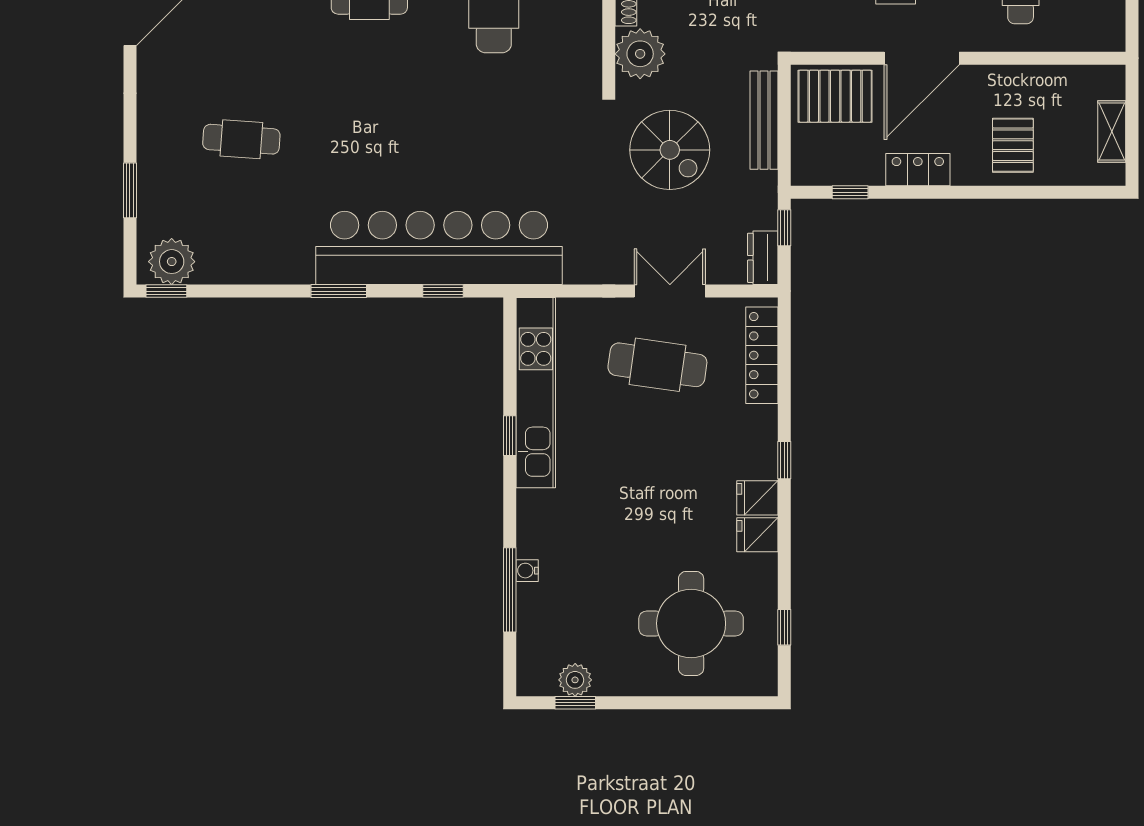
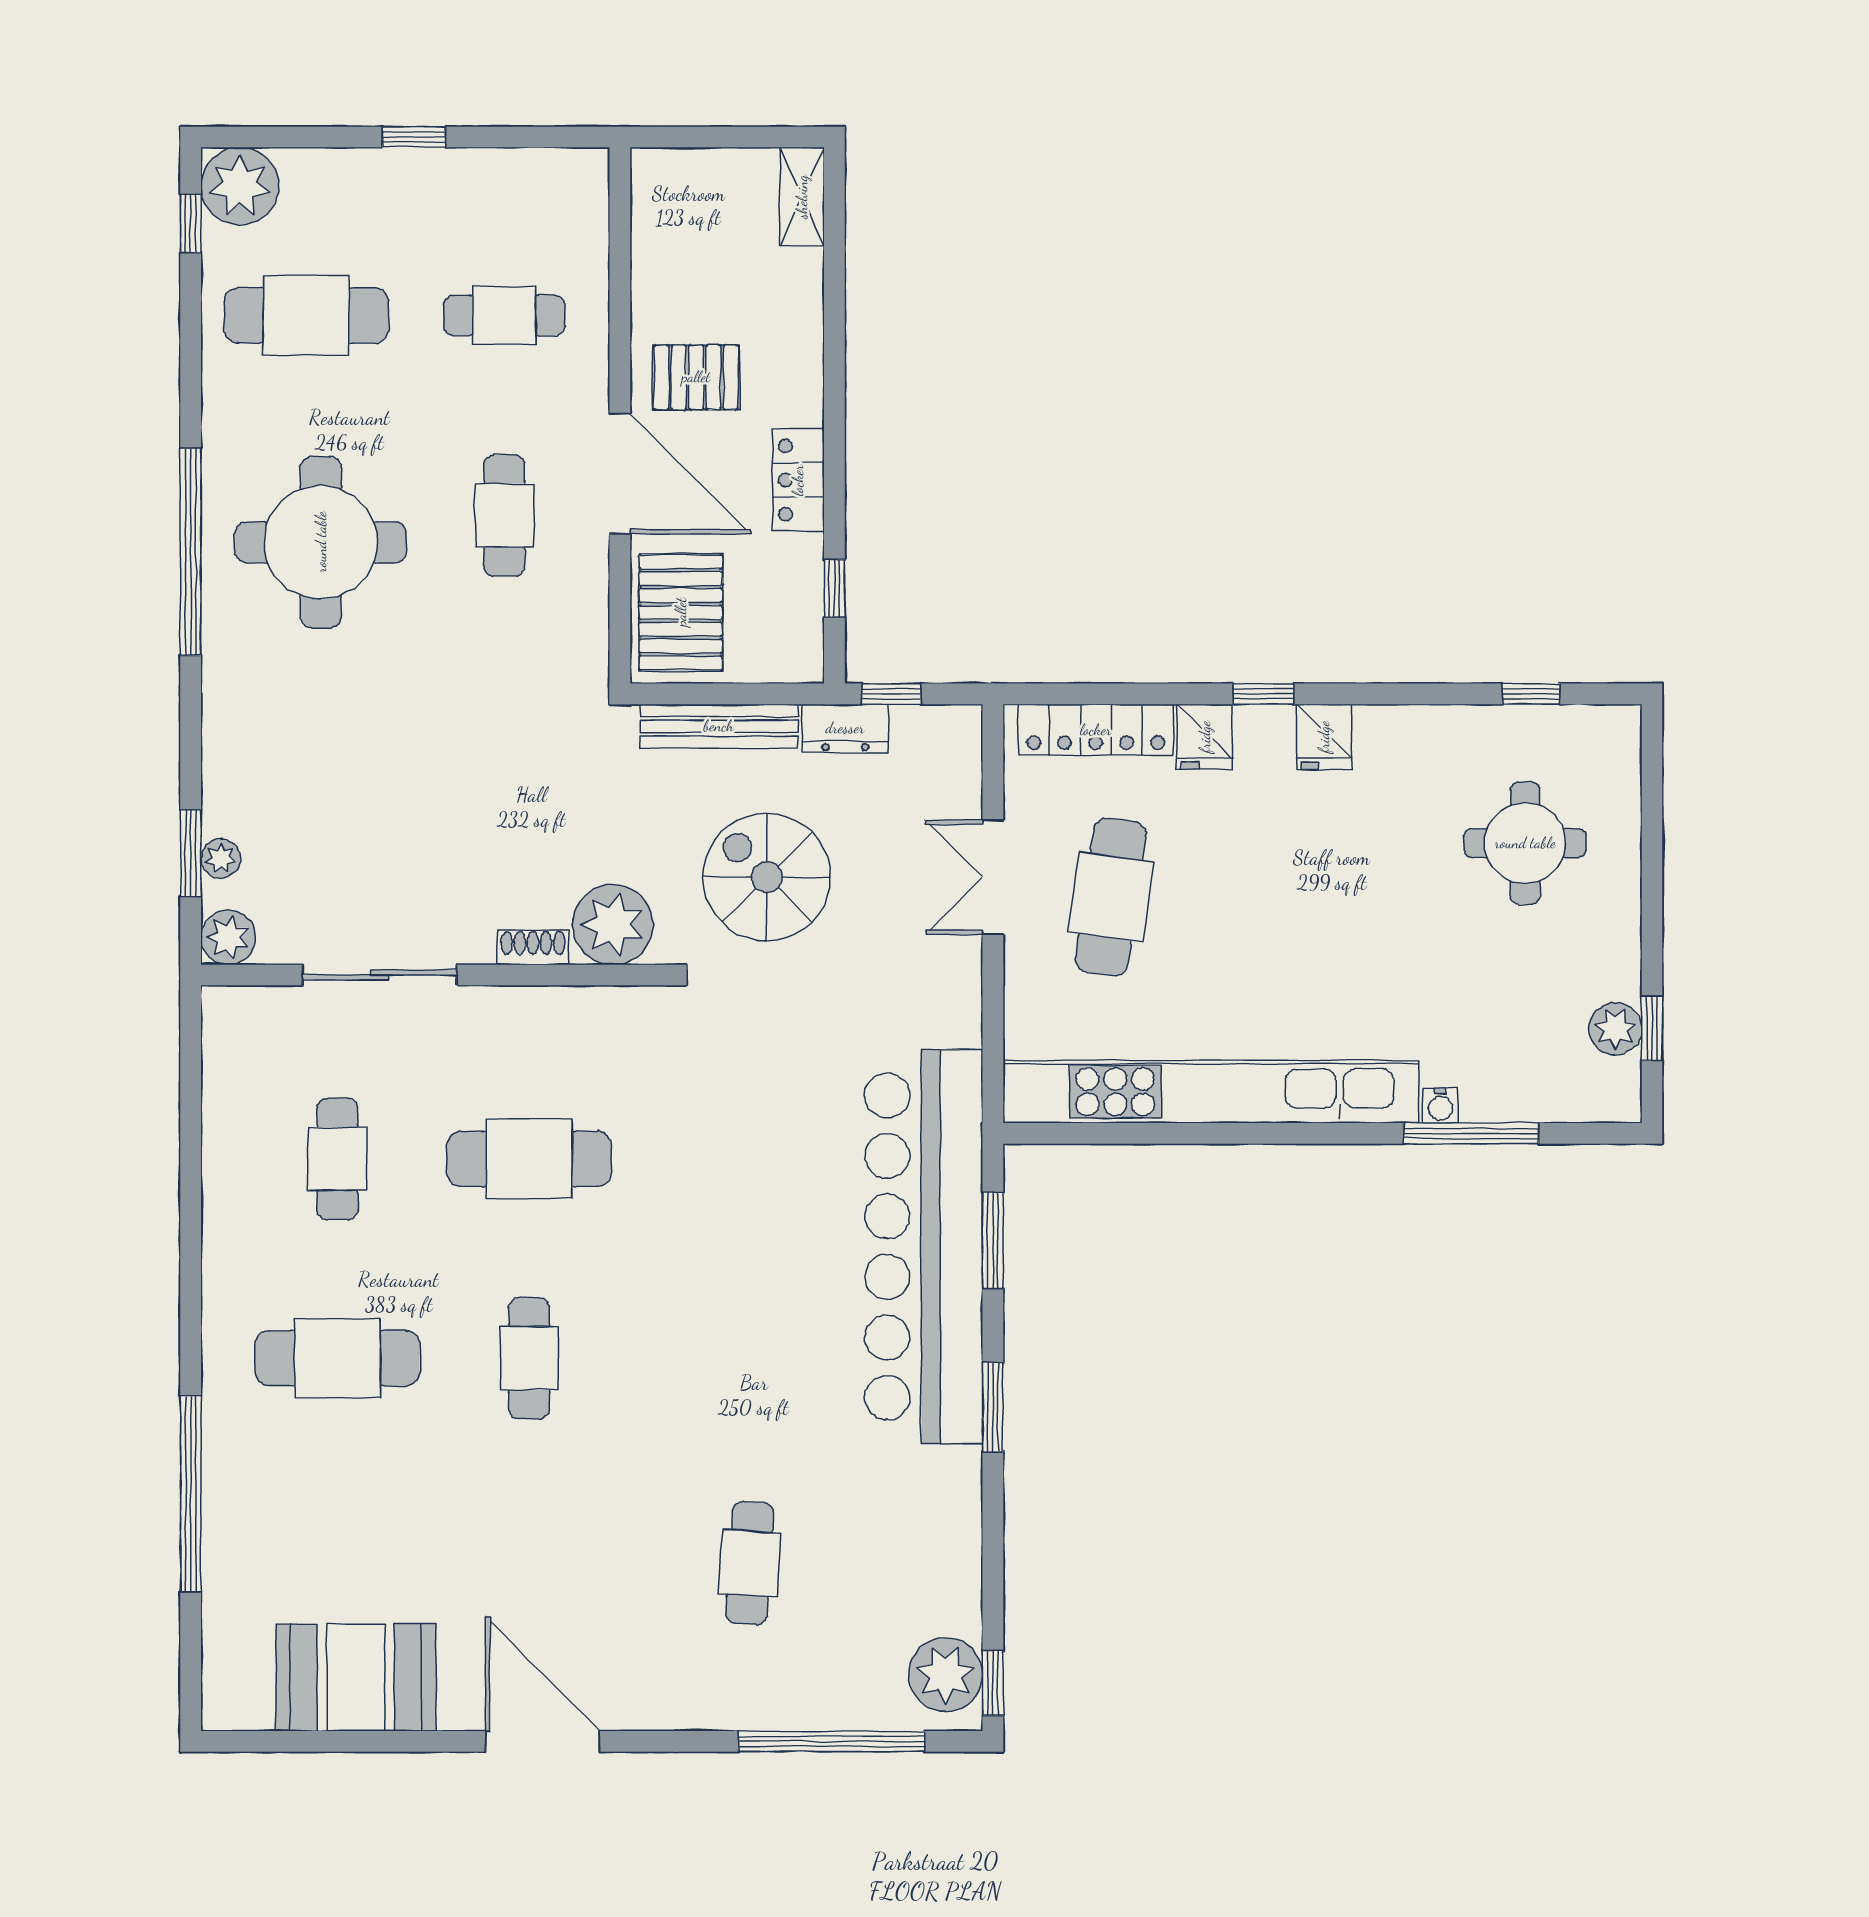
shelving: (1112, 131) -> (802, 197), moved, turned 90
pallet: (1013, 145) -> (696, 377), moved
spiral stairs: (670, 150) -> (767, 877), turned -90
window: (130, 190) -> (832, 1741), width x2.11
dresser: (763, 258) -> (845, 728), moved
window: (443, 291) -> (993, 1240), width x1.50
kitchen unit: (536, 393) -> (1211, 1092), width x1.36
window: (510, 436) -> (1224, 1133), removed
fridge: (757, 535) -> (1205, 737), moved
round table: (691, 623) -> (1525, 843), width x0.73, depth x0.73

